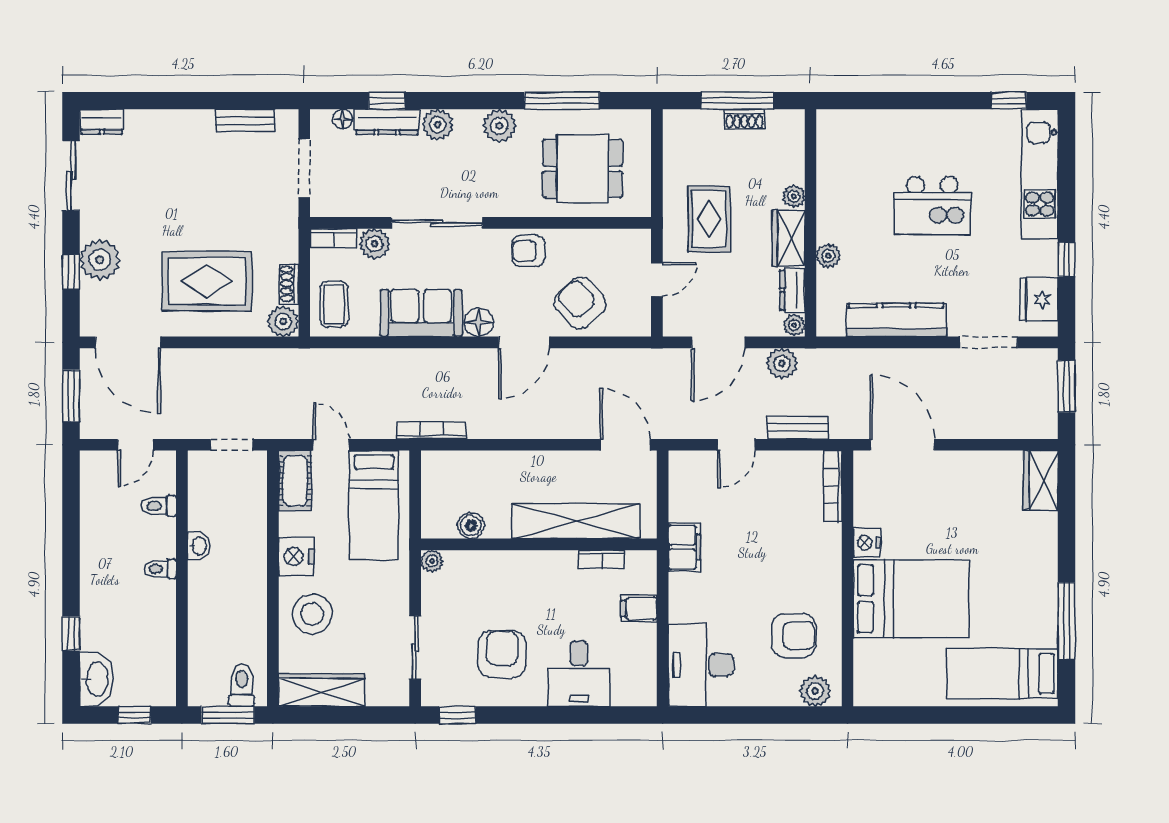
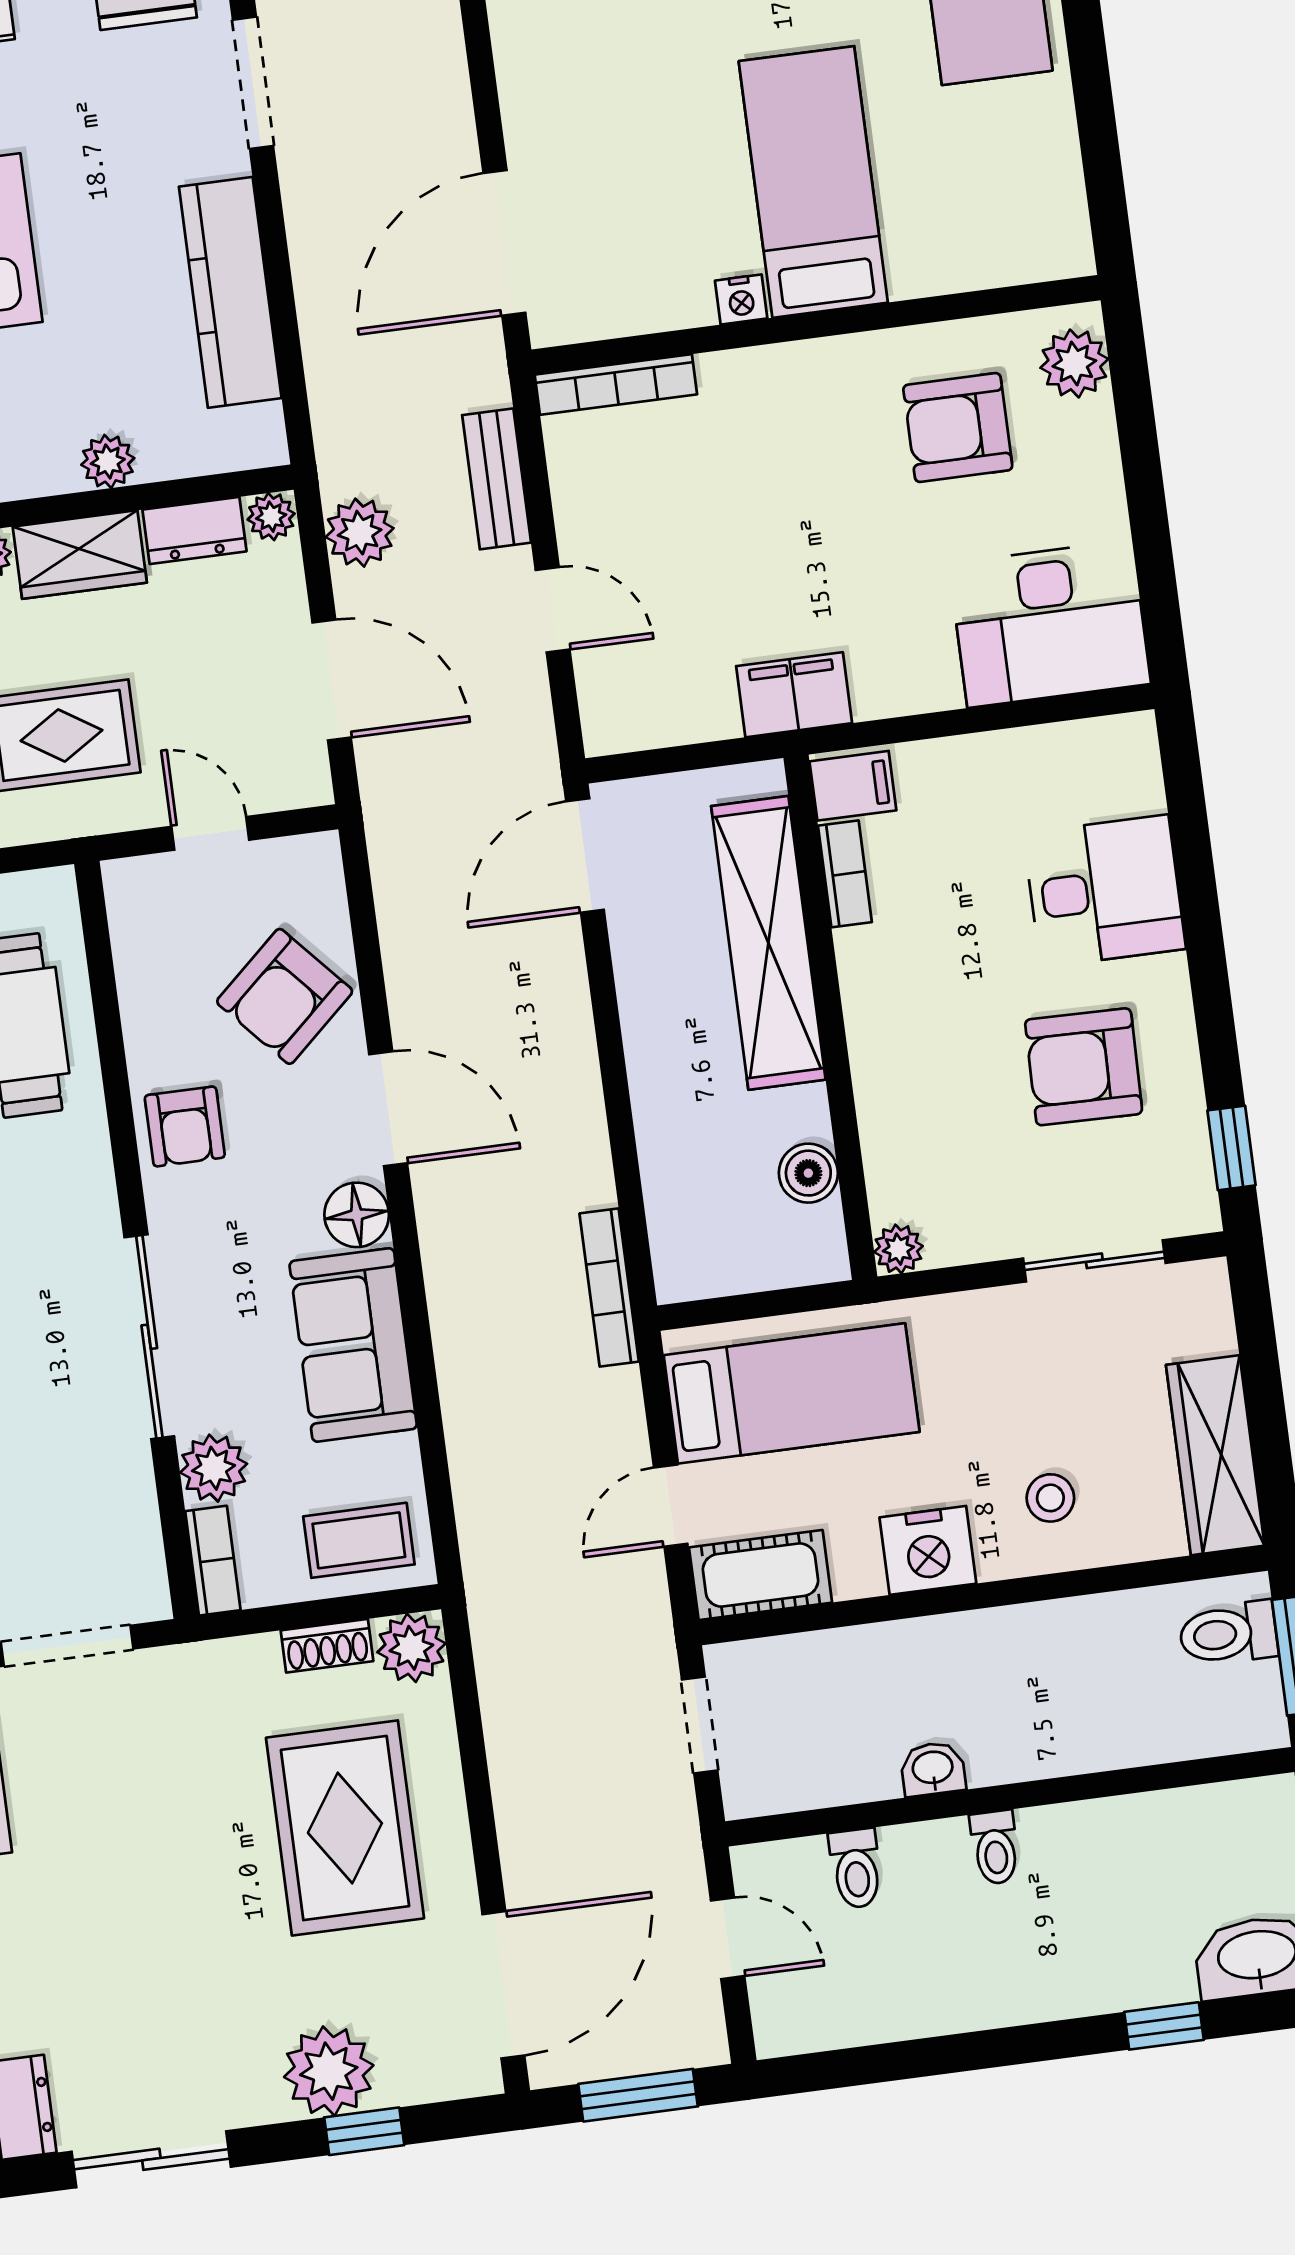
nightstand: (867, 543) -> (741, 299), width x0.72, depth x0.74
bed: (911, 599) -> (813, 182), width x0.67
filing cabinet: (639, 609) -> (853, 786), moved, turned -90
stool: (312, 614) -> (1050, 1498), width x0.53, depth x0.53
armchair: (794, 636) -> (958, 428), turned -90

